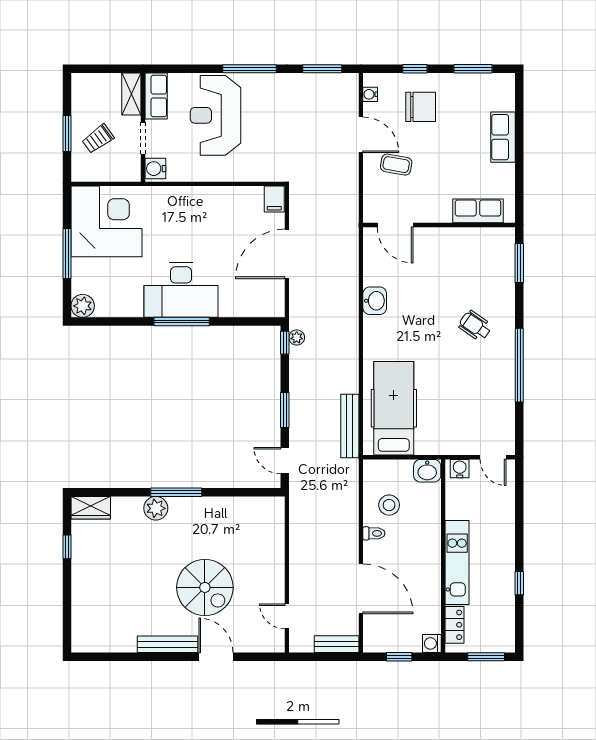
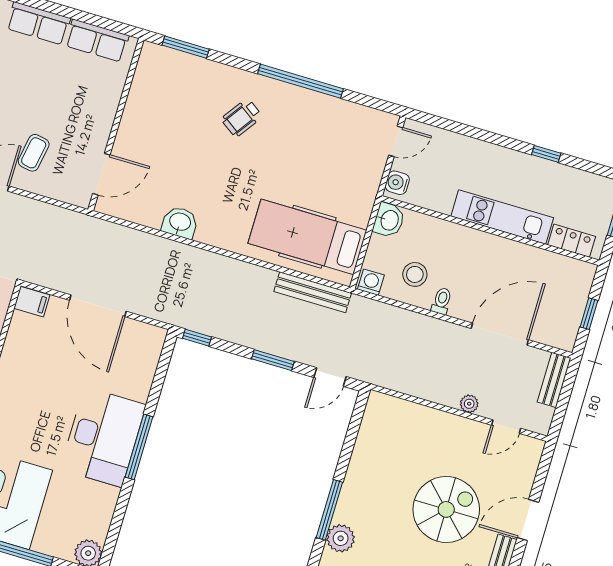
row of seats: (478, 211) -> (97, 41), moved, turned -90
plant: (297, 337) -> (469, 404), moved
washing machine: (432, 643) -> (371, 282), moved, turned 180

